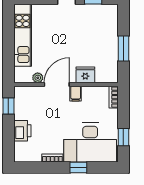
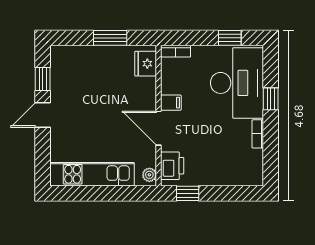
fridge: (85, 75) -> (146, 64), moved
plant: (38, 78) -> (149, 175), moved
printer: (22, 131) -> (172, 166), moved, turned 90

